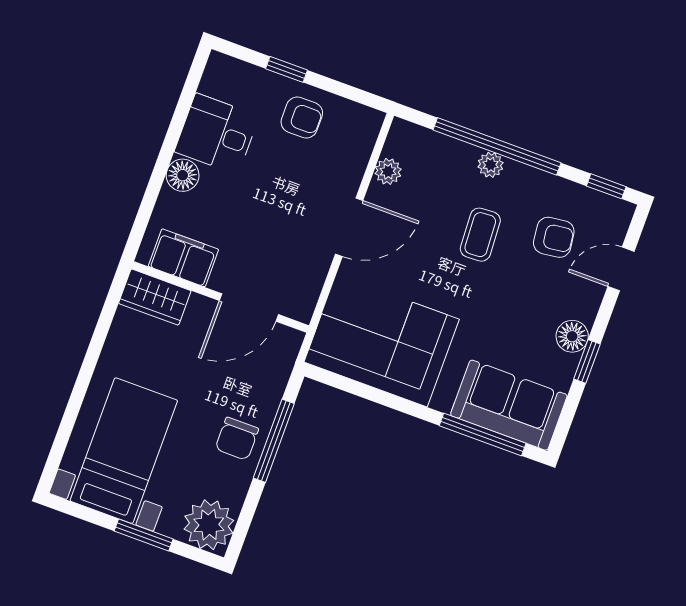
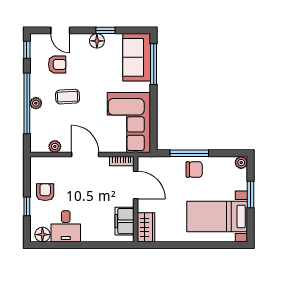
floor lamp: (183, 175) -> (42, 235), moved
armchair: (554, 237) -> (57, 64), turned 97
bookcase: (308, 297) -> (122, 161), added
plant: (209, 525) -> (241, 163), width x0.53, depth x0.53

